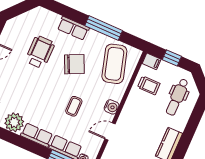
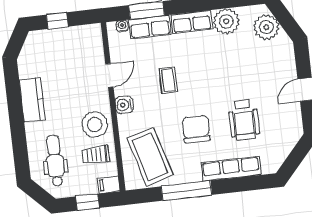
row of seats: (73, 28) -> (231, 169), width x1.48
chair: (74, 64) -> (196, 129), turned 115
stool: (138, 105) -> (95, 124), added

